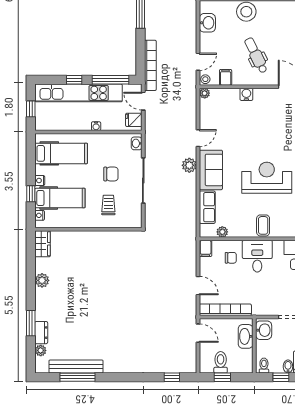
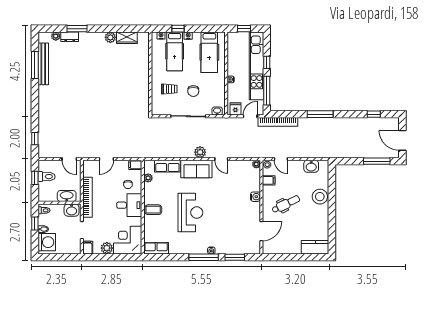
wardrobe: (43, 244) -> (127, 38), moved
bookcase: (225, 310) -> (87, 197), moved
door: (198, 333) -> (69, 159), hinge flipped

